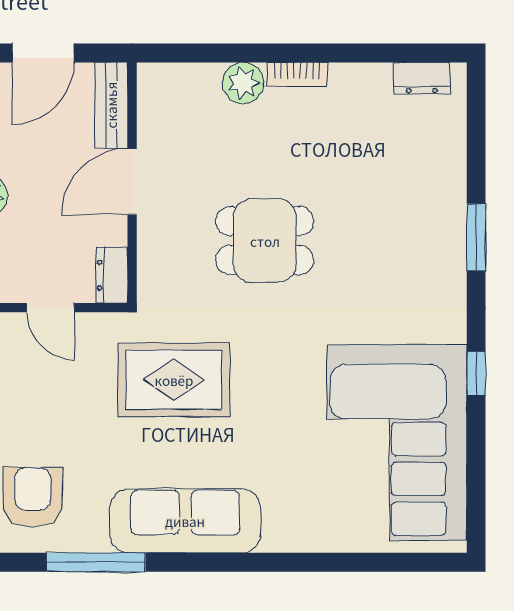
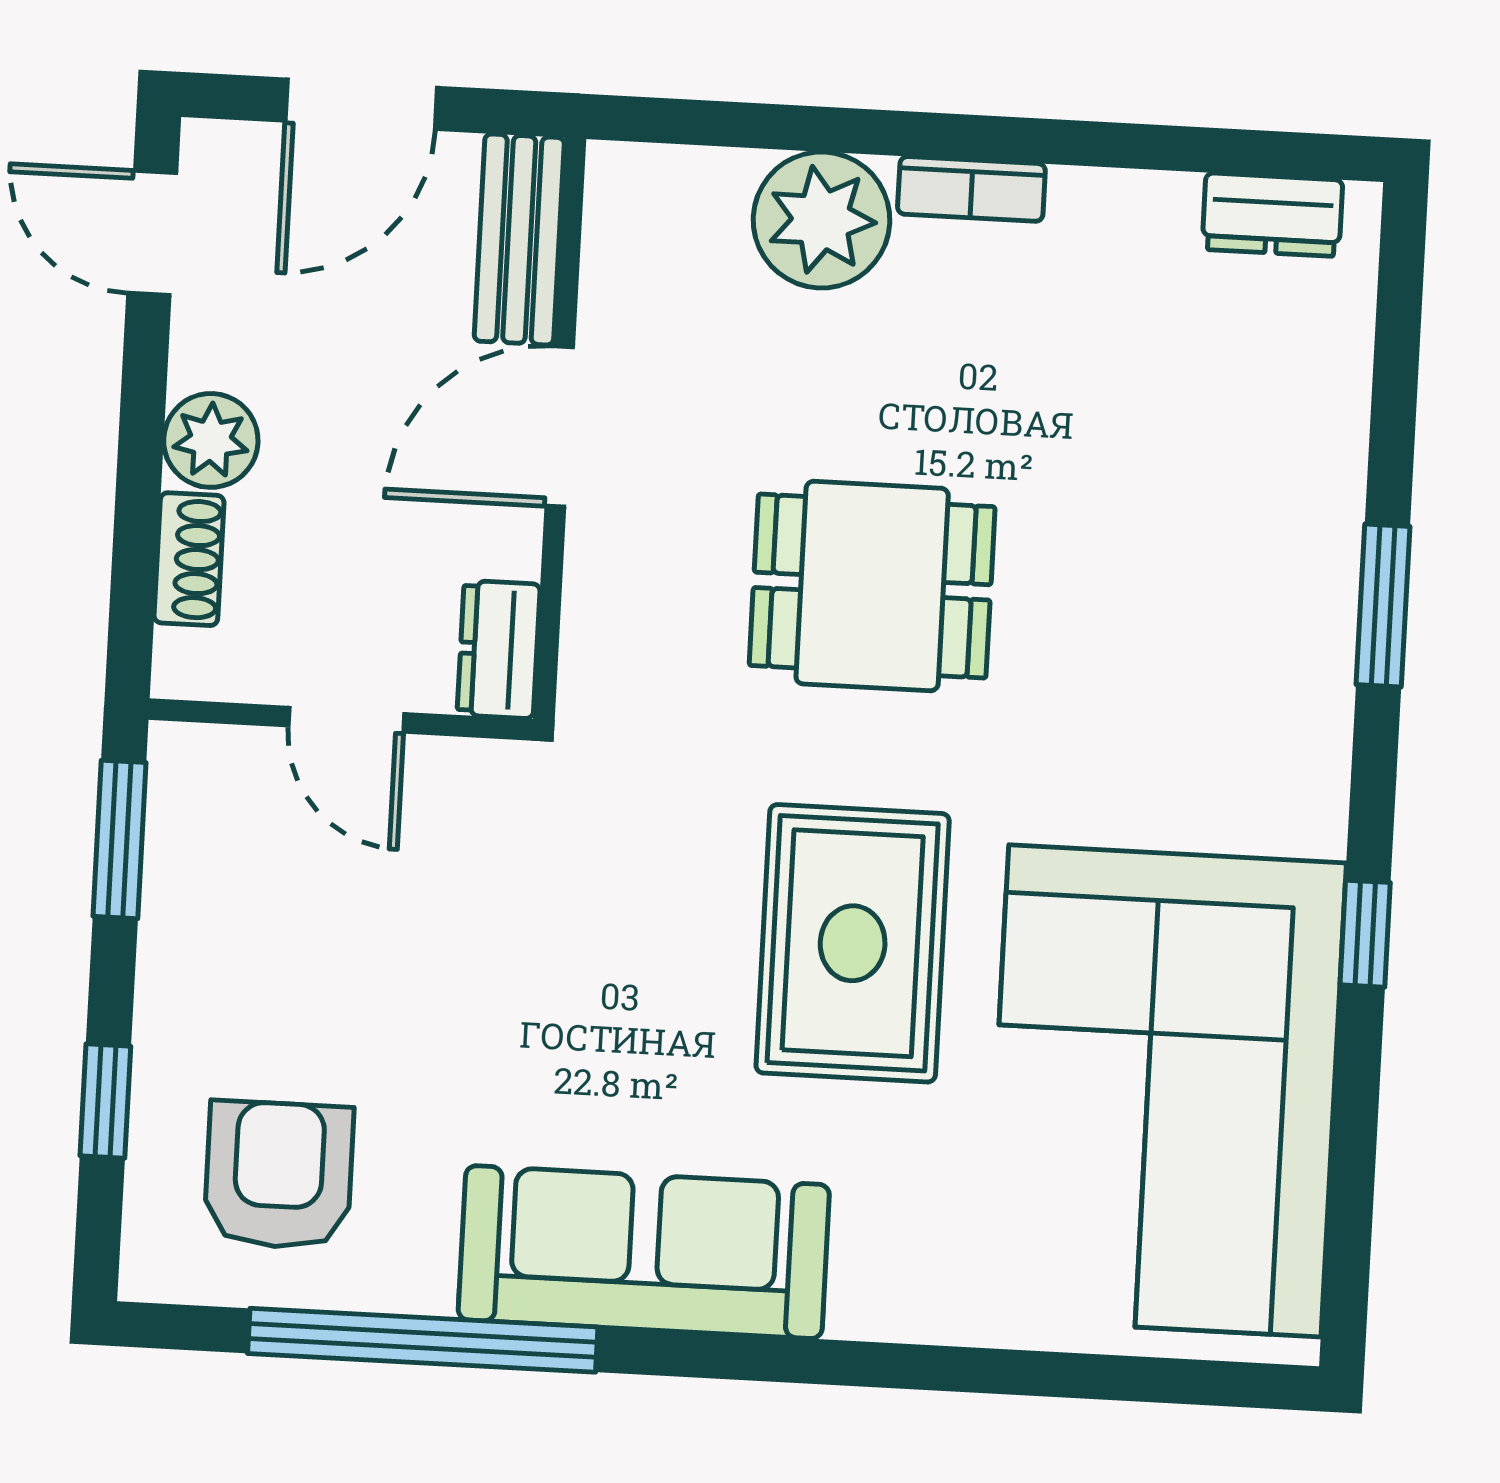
plant: (243, 83) -> (822, 220), width x1.36, depth x1.36
rug: (174, 380) -> (853, 943), moved, turned 90
window: (96, 562) -> (423, 1340), width x1.46

